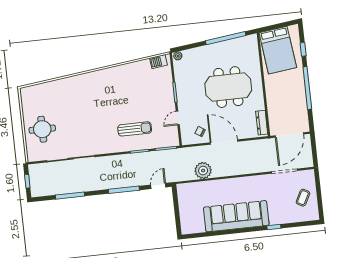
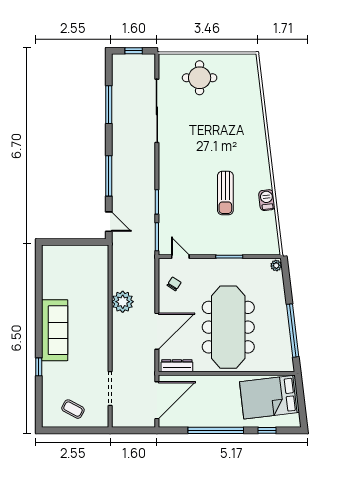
barbecue: (158, 62) -> (267, 200), moved
meeting table: (228, 87) -> (228, 327), width x1.36
door: (178, 118) -> (180, 257), moved
sun lounger: (135, 129) -> (225, 193), moved
door: (289, 135) -> (157, 400), swing flipped
door: (224, 142) -> (157, 331), moved
plant: (203, 171) -> (123, 302), moved
sofa: (236, 216) -> (55, 330), width x0.74, depth x0.79

